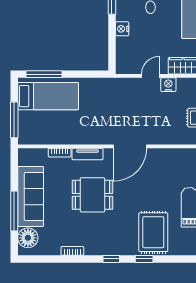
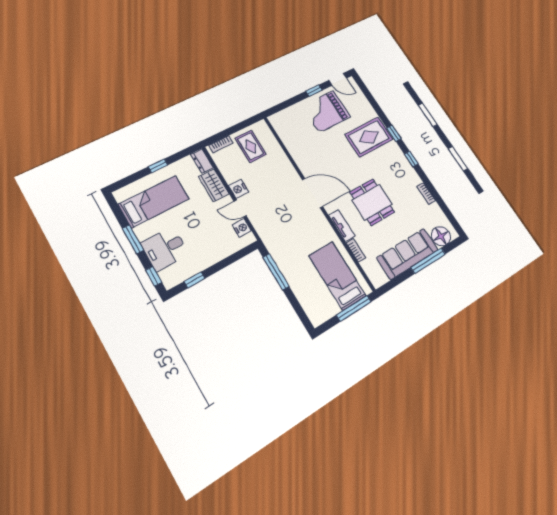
nightstand: (122, 29) -> (242, 228), moved, turned -90
window: (44, 74) -> (276, 272), moved
bed: (48, 96) -> (337, 276), moved

